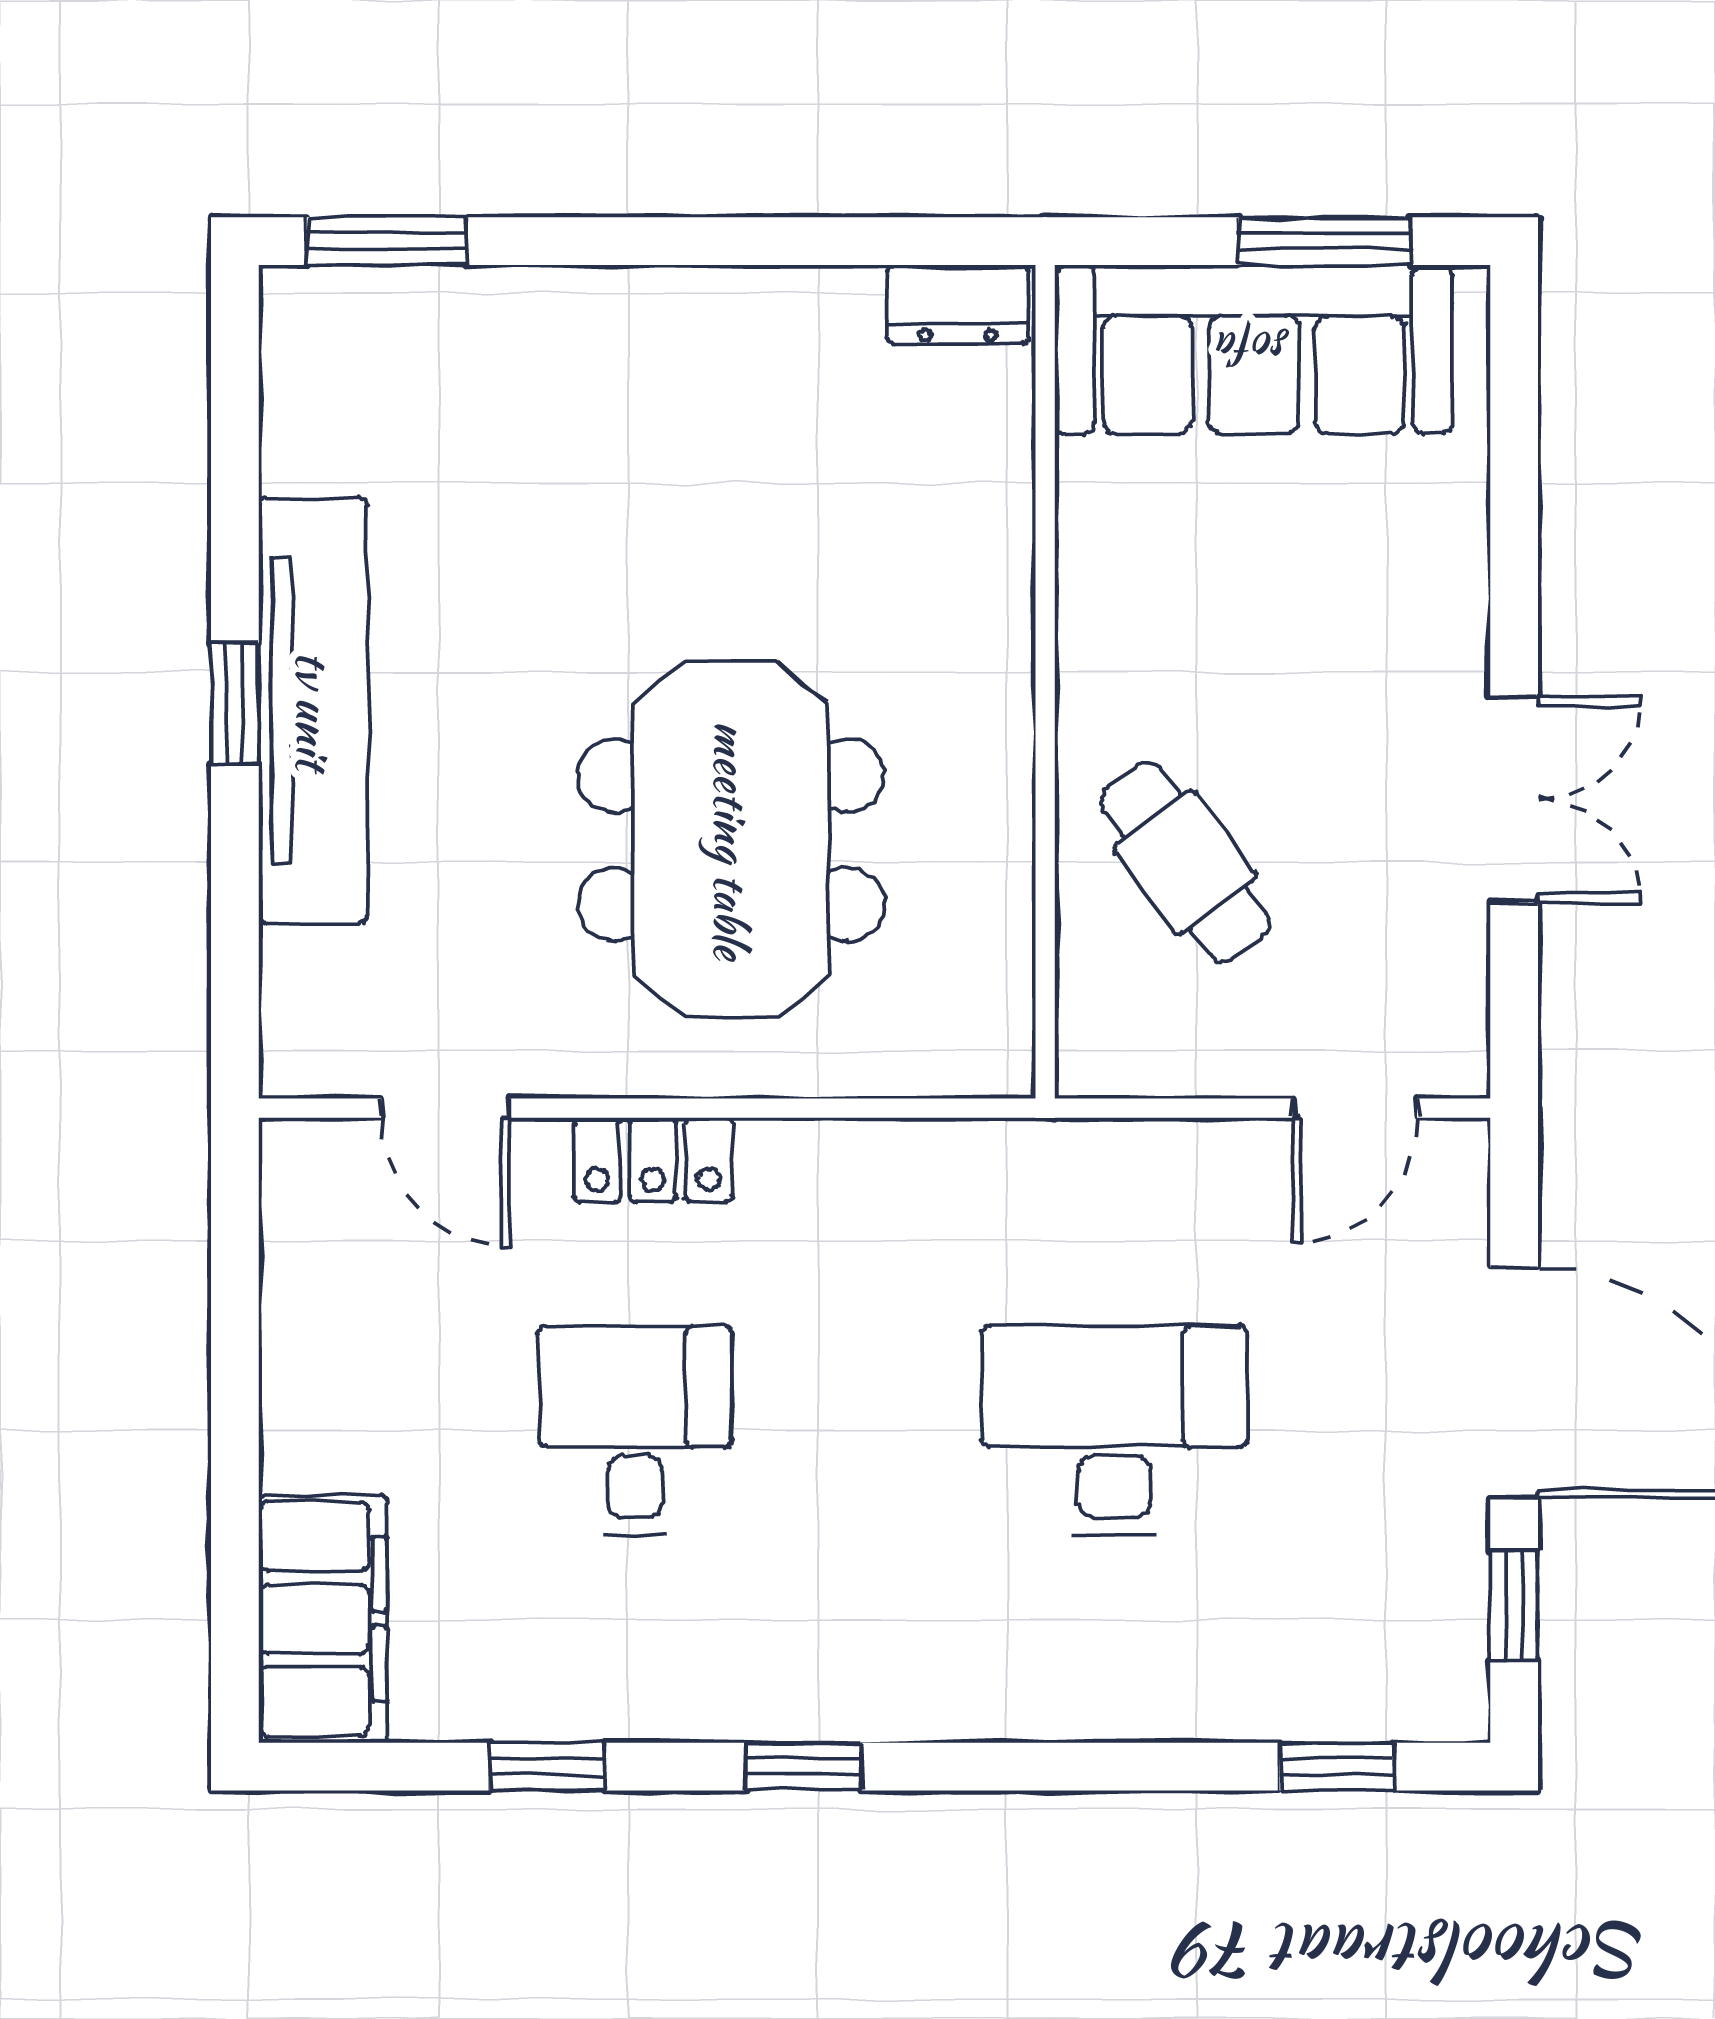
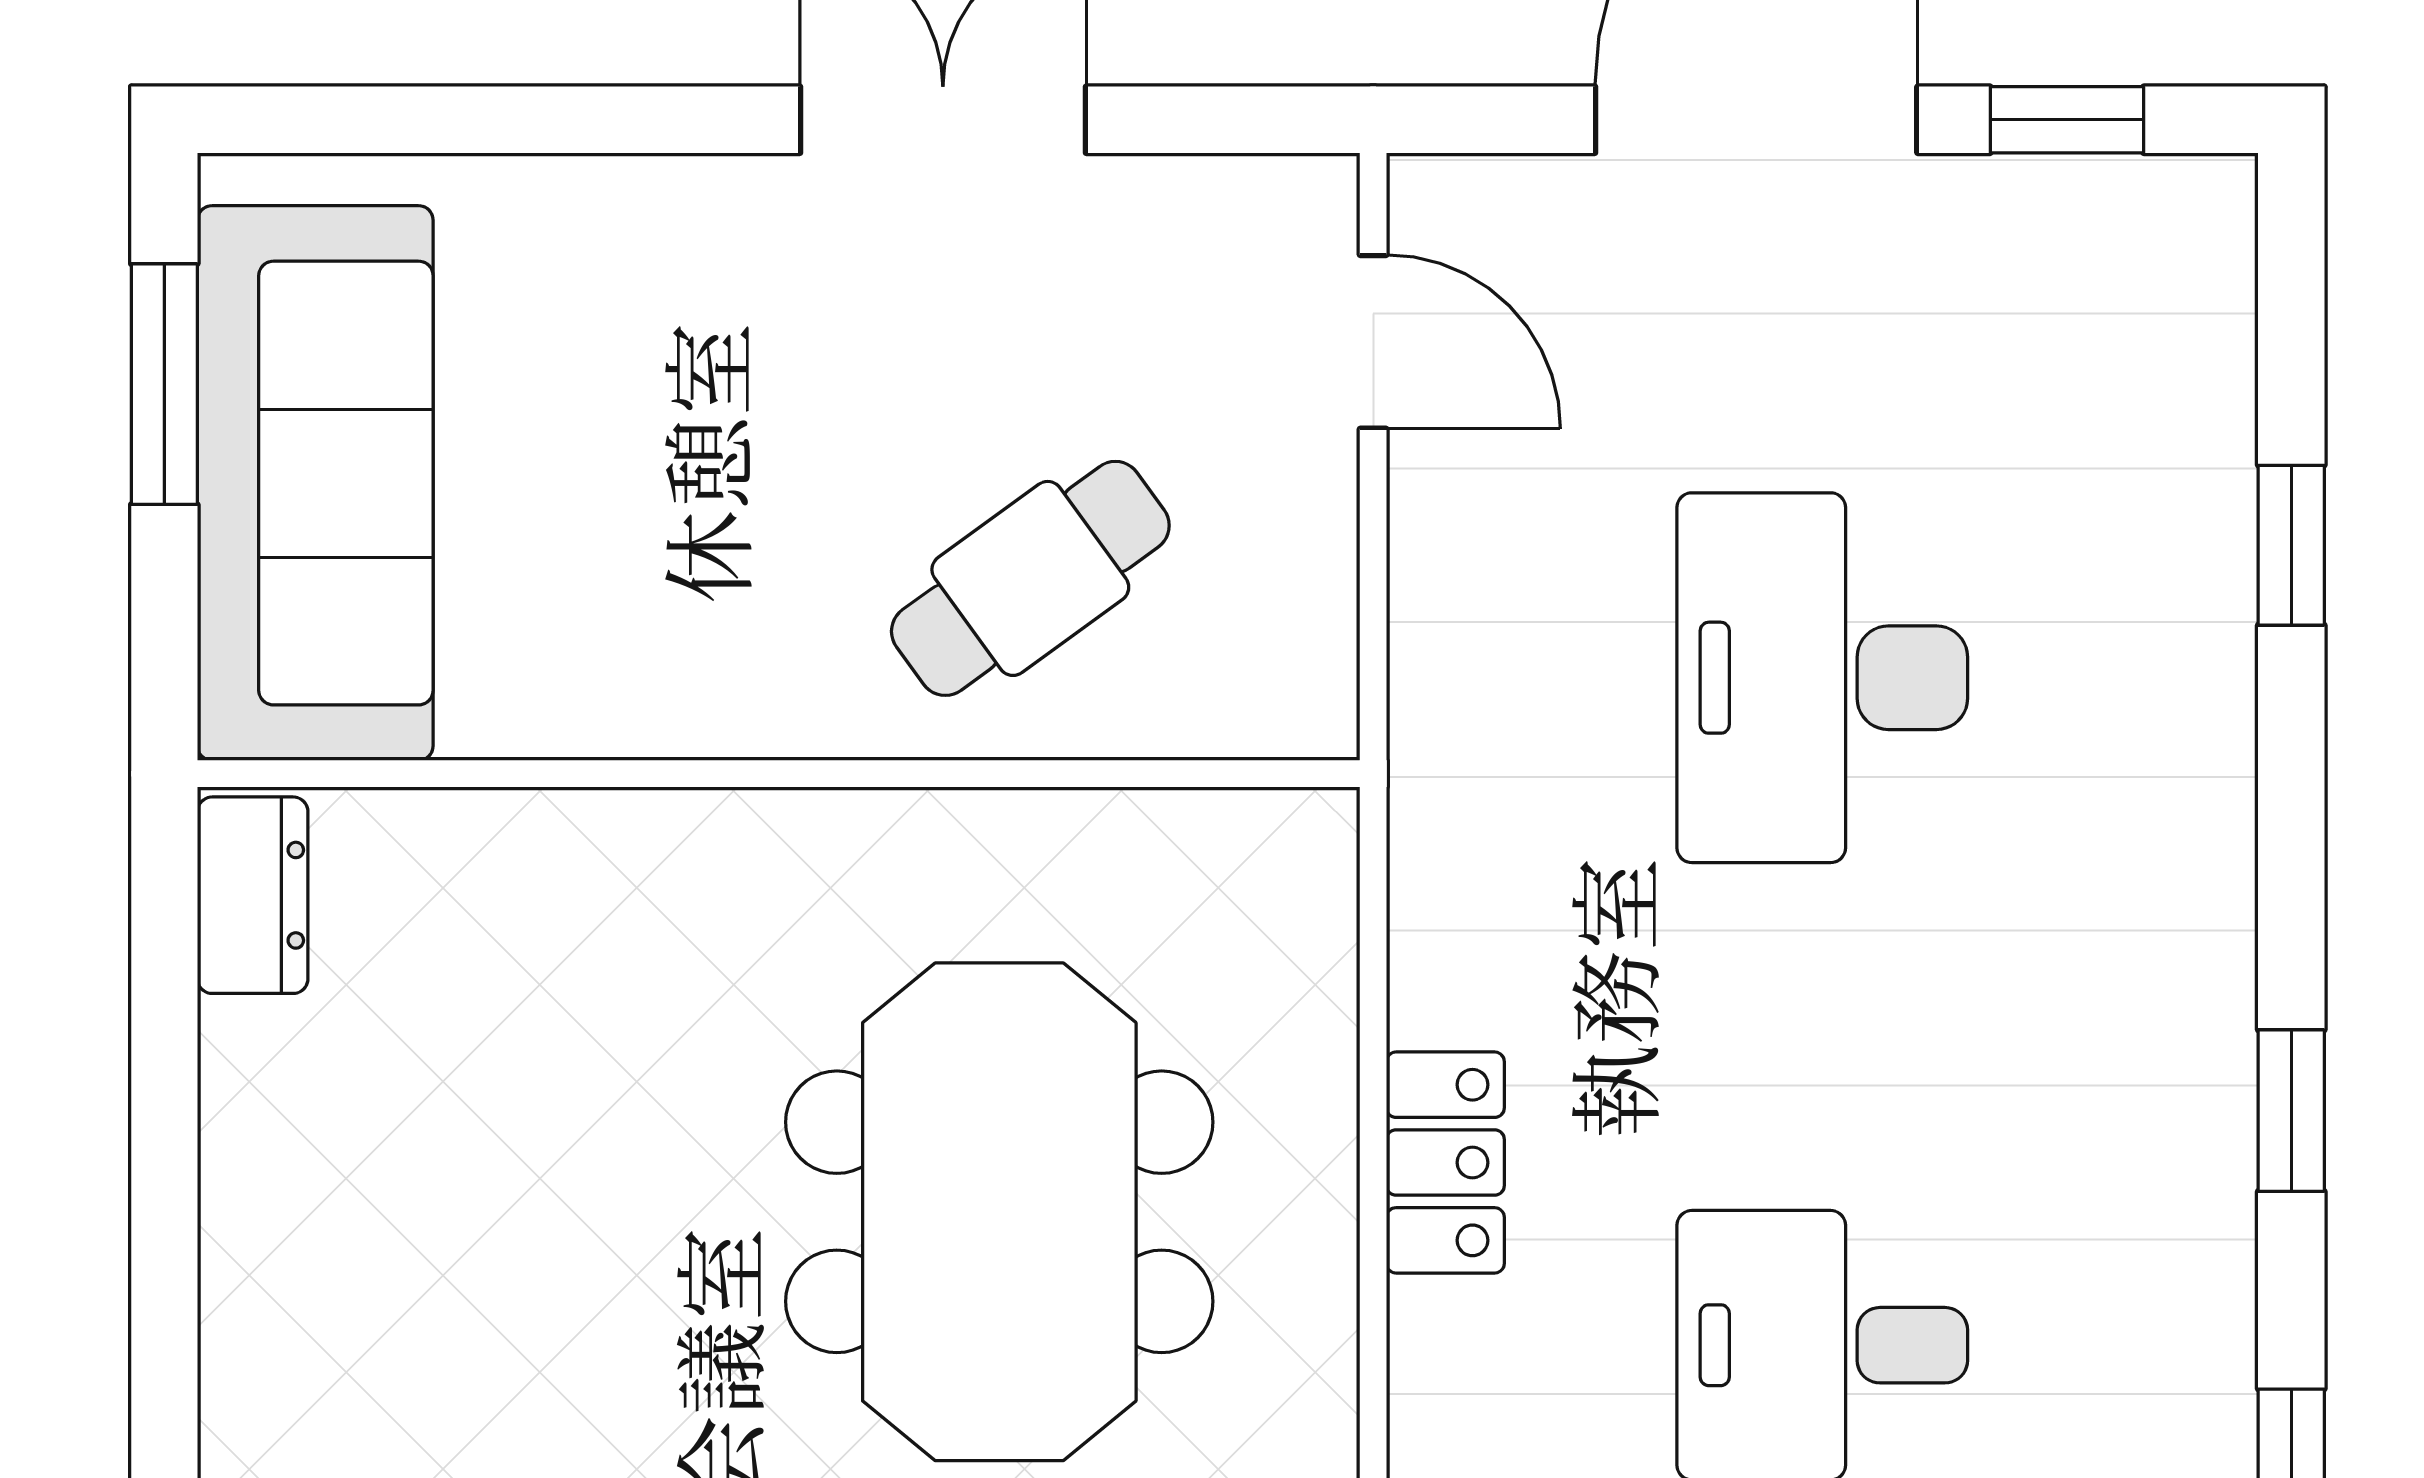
meeting table: (731, 840) -> (999, 1212), turned 90
locker: (653, 1160) -> (1445, 1163), moved
window: (1337, 1767) -> (2291, 545), moved

